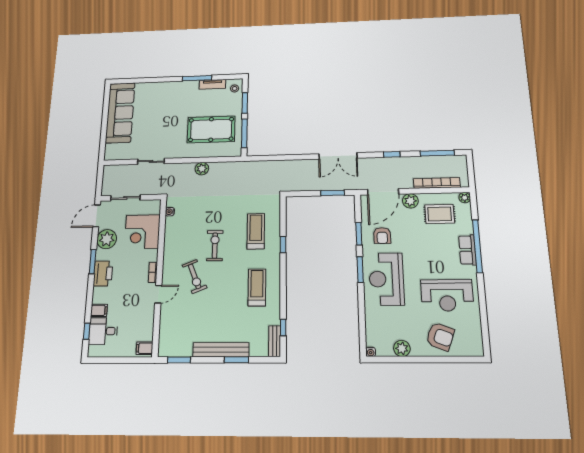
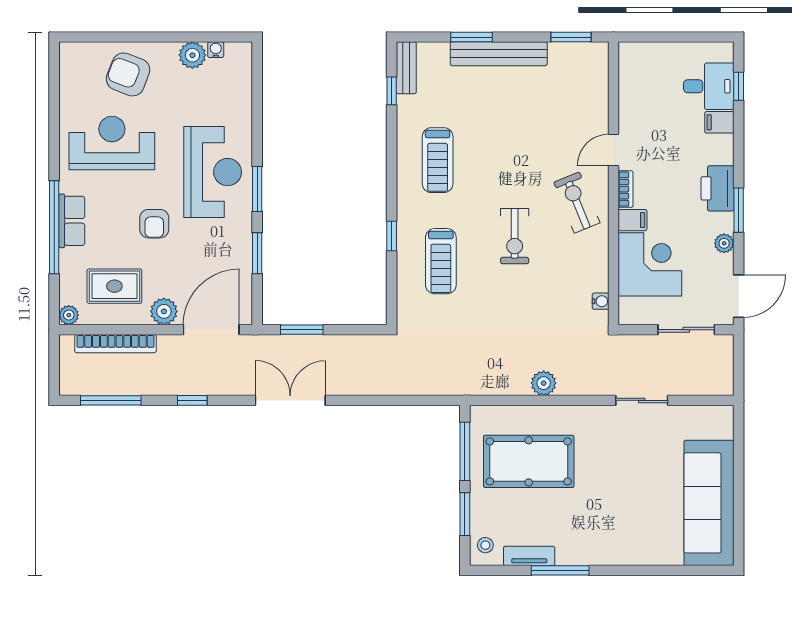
armchair: (382, 236) -> (154, 224), moved, turned 180
plant: (107, 239) -> (724, 243), width x0.53, depth x0.53
exercise bike: (195, 276) -> (577, 202), moved
filing cabinet: (145, 348) -> (633, 220), moved
water cooler: (371, 352) -> (216, 50), moved

